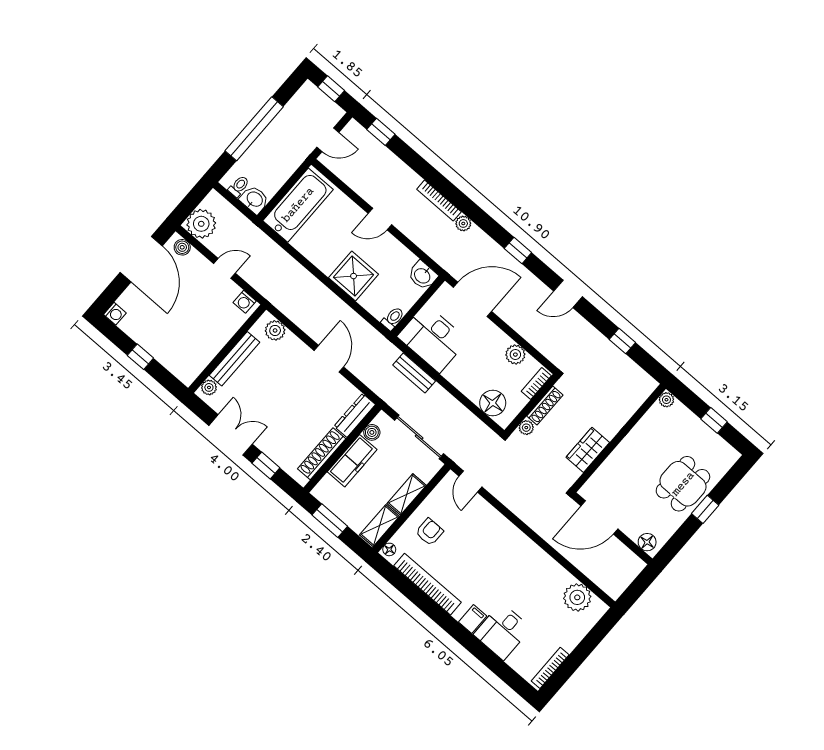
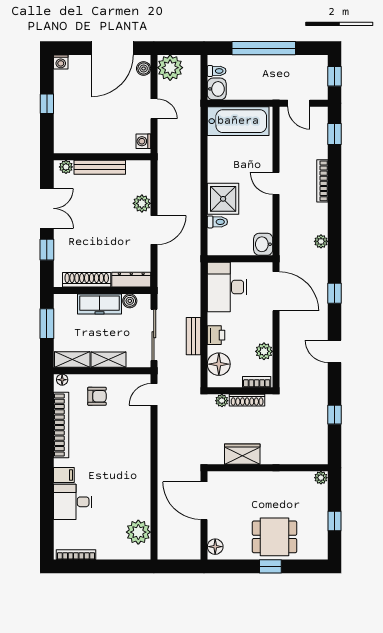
bookcase: (439, 200) -> (322, 181), moved
toilet: (393, 318) -> (217, 222), moved
plant: (275, 330) -> (142, 203), moved
bench: (414, 373) -> (194, 336), moved
printer: (466, 384) -> (216, 335), added

